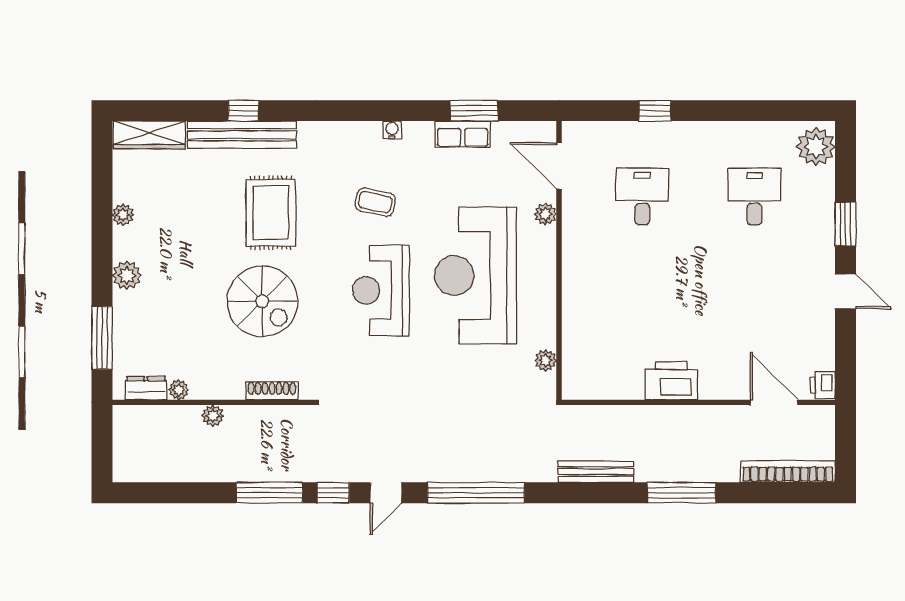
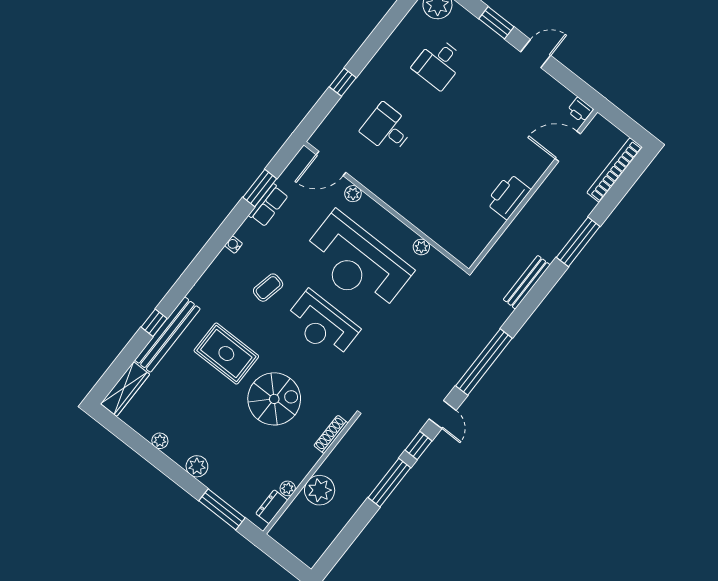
desk: (755, 196) -> (439, 63), turned -90
plant: (546, 360) -> (421, 247), moved
plant: (213, 416) -> (320, 490), width x1.88, depth x1.88

